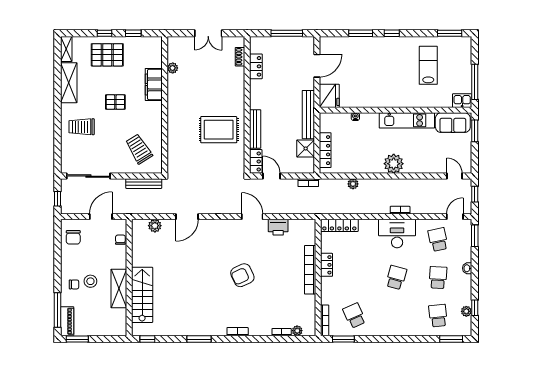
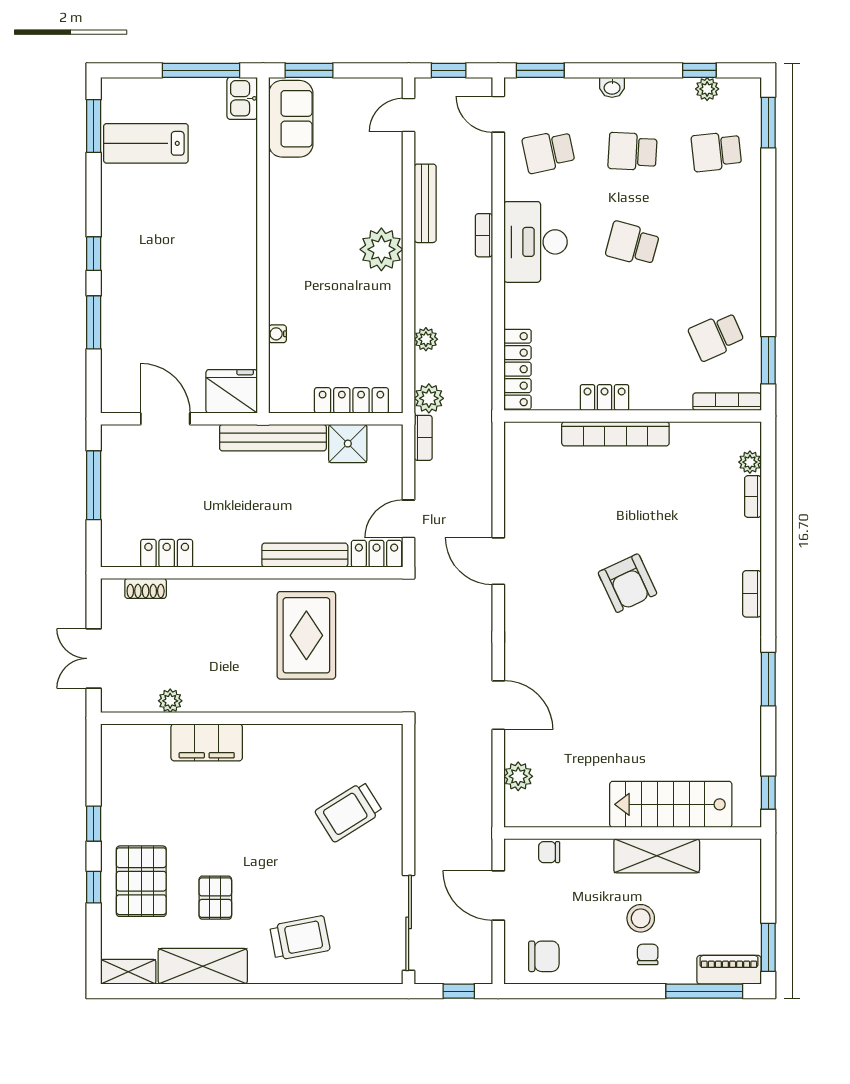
double door: (208, 33) -> (94, 658), swing flipped
lab bench: (428, 65) -> (146, 143), moved
plant: (173, 68) -> (170, 701), moved
filing cabinet: (154, 84) -> (207, 742), moved
pallet: (115, 102) -> (215, 898), moved
wall: (165, 105) -> (252, 718), moved
kitchen unit: (407, 120) -> (286, 220), removed
trolley: (82, 127) -> (300, 938), turned -101
bench: (144, 184) -> (425, 203), moved
plant: (326, 185) -> (429, 398), added
door: (252, 217) -> (498, 561), hinge flipped
printer: (278, 227) -> (521, 504), removed

